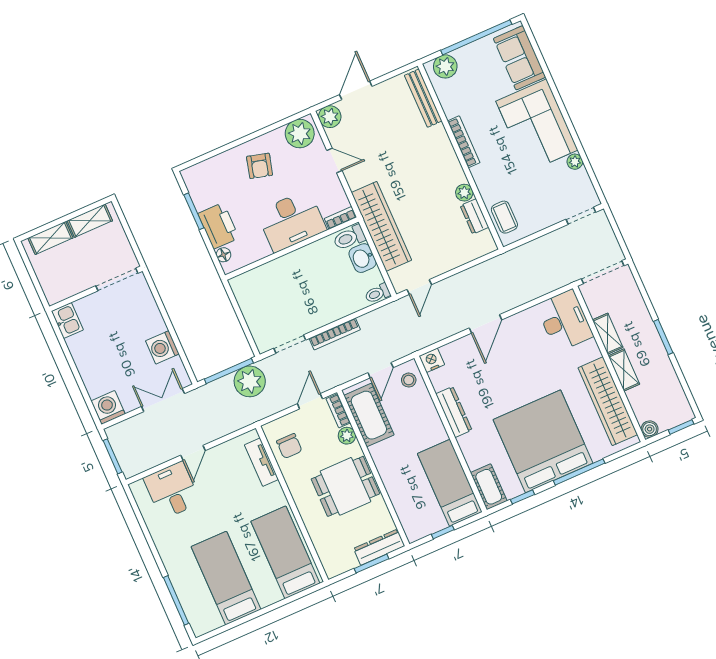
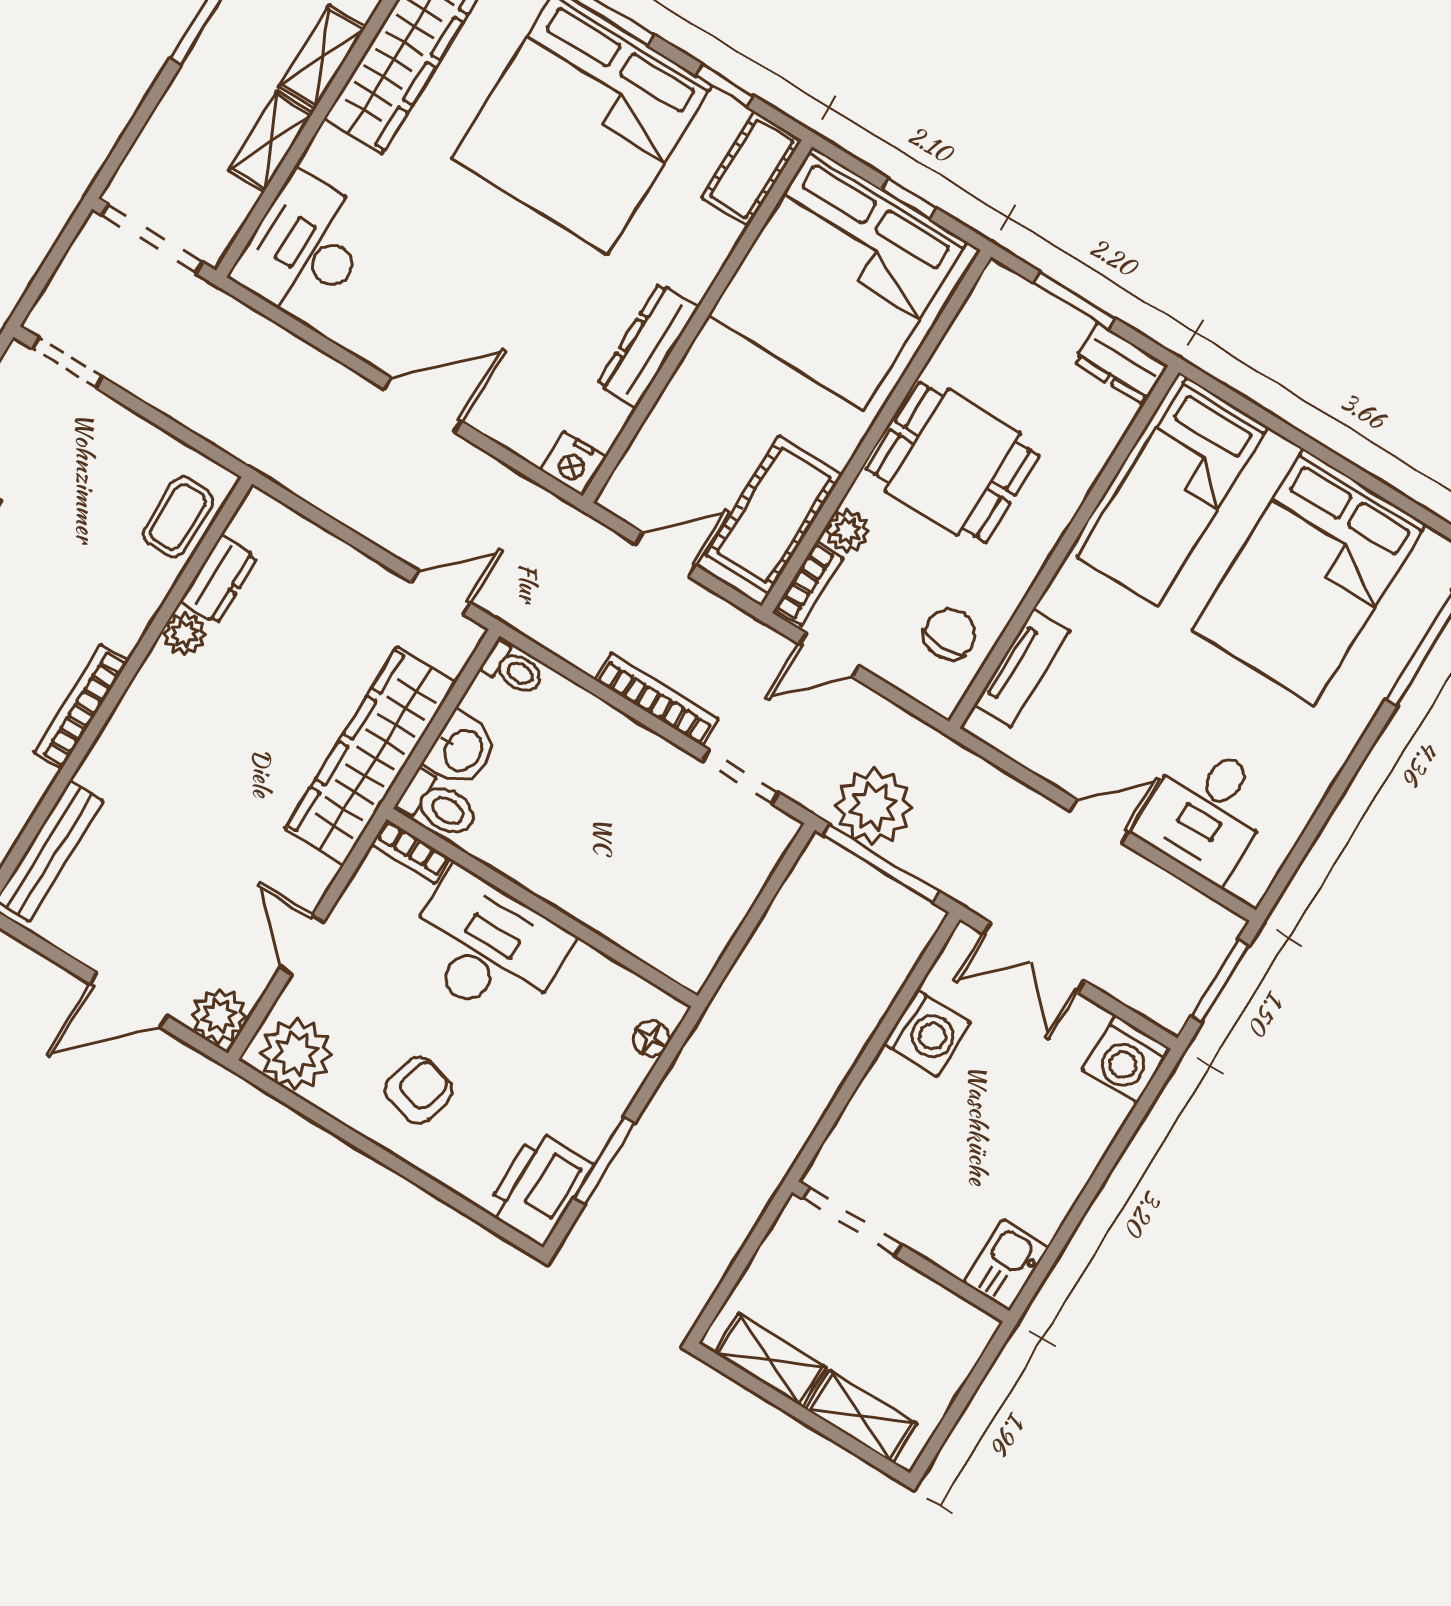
printer: (218, 226) -> (539, 1188), moved
stool: (409, 380) -> (646, 483), removed
bed: (450, 483) -> (838, 278), width x2.04
dresser: (379, 547) -> (1121, 364), moved, width x0.70
bed: (226, 578) -> (1309, 577), width x1.50

